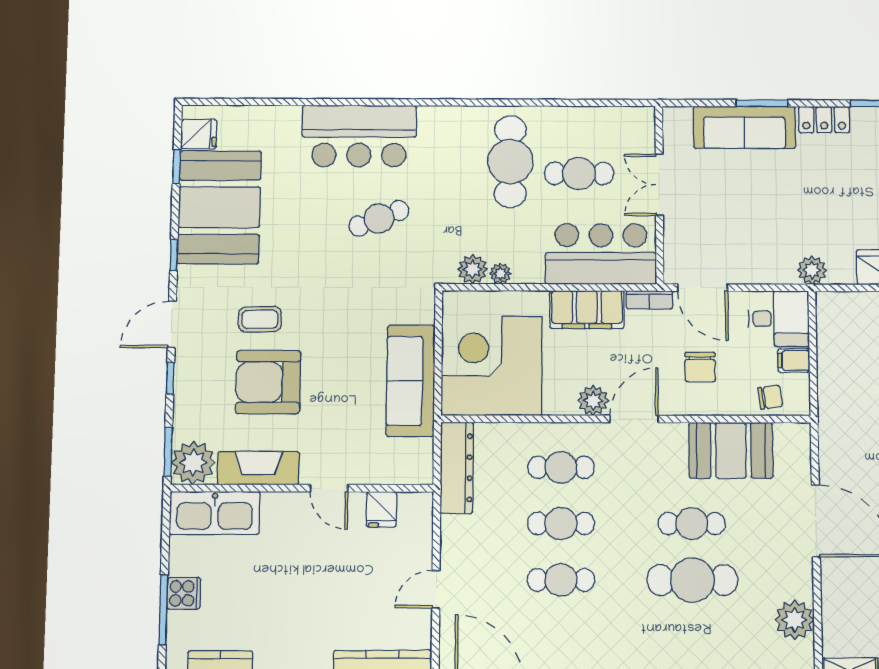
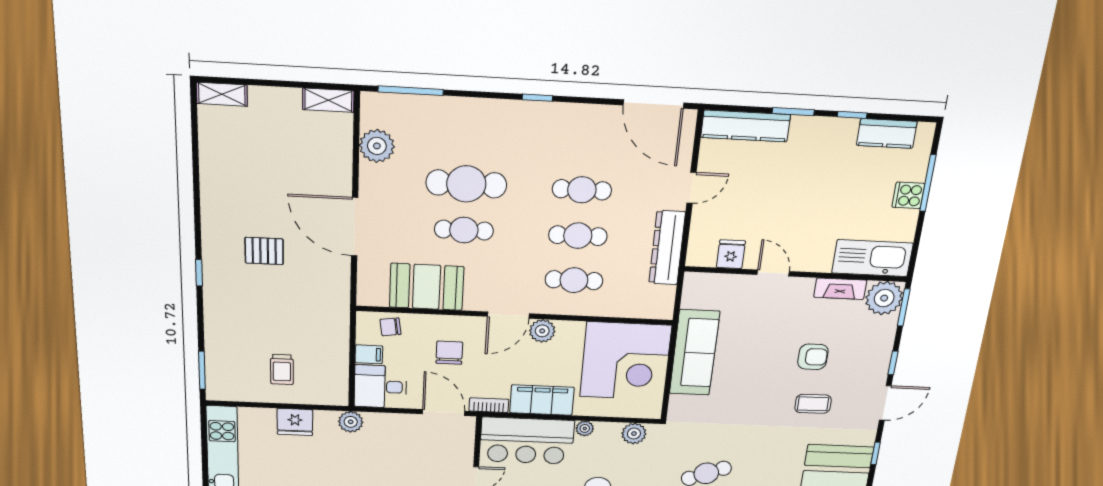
plant: (500, 274) -> (585, 428), moved
armchair: (268, 382) -> (813, 357), width x0.53, depth x0.53
fireplace: (258, 468) -> (840, 289), width x0.73, depth x0.76
dresser: (457, 468) -> (667, 248), moved

